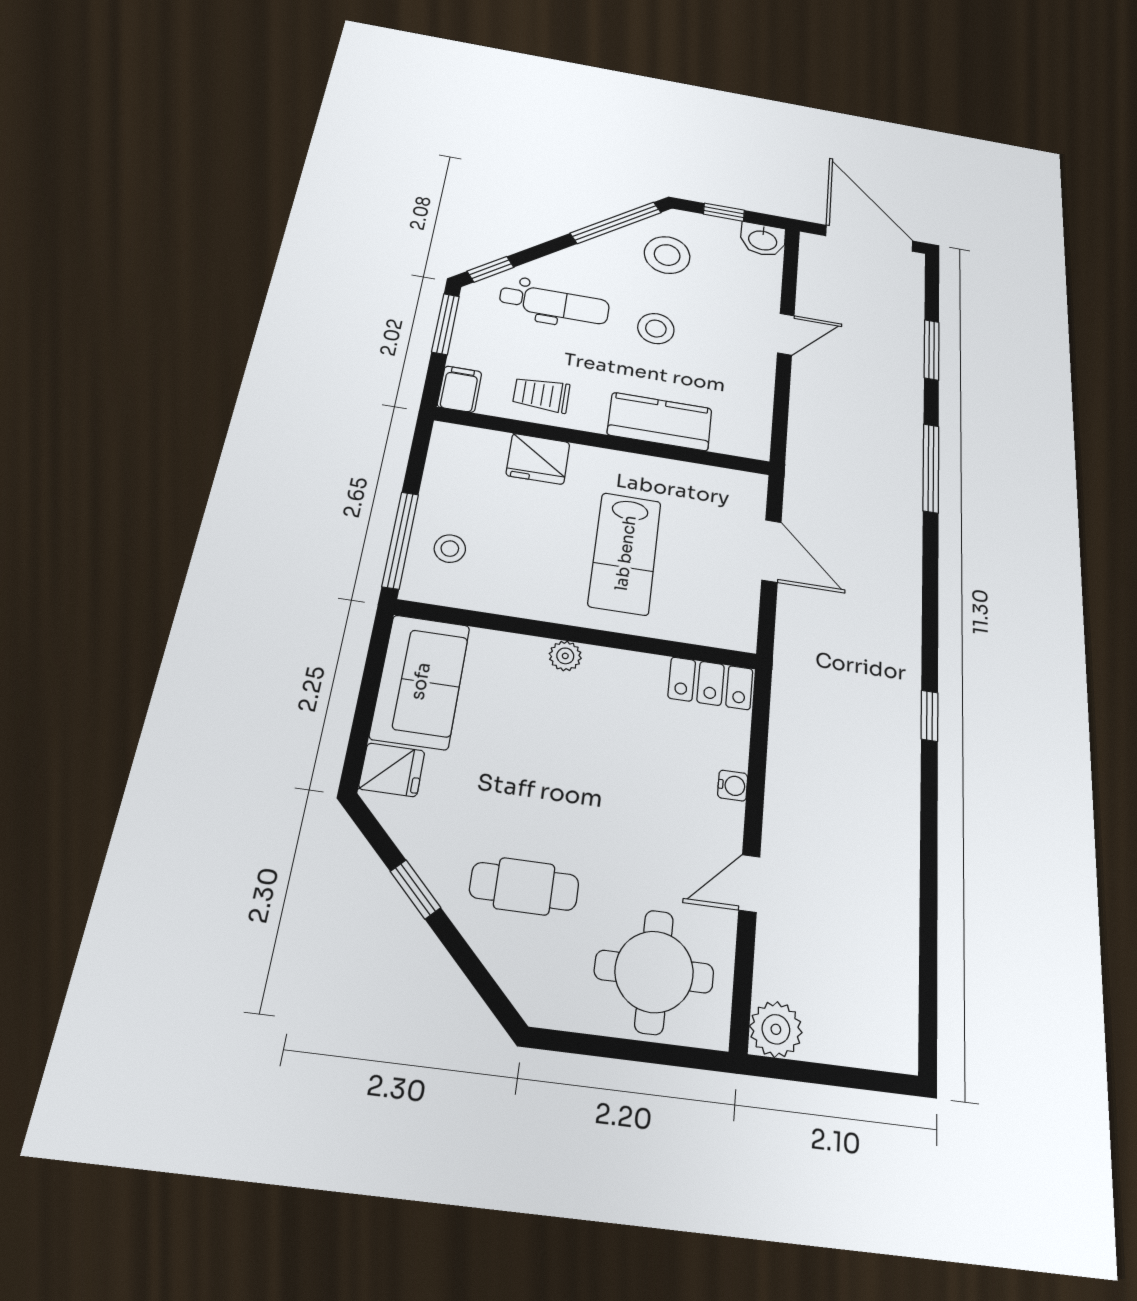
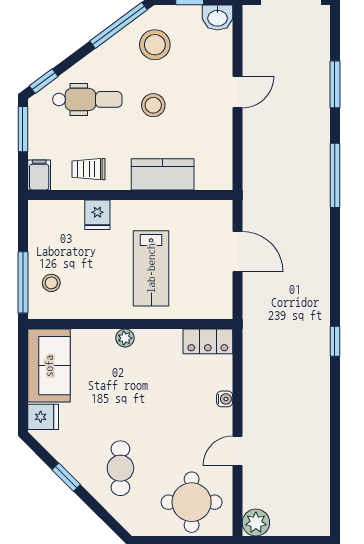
fridge: (538, 459) -> (97, 215), width x0.72
cafe table: (524, 886) -> (120, 468), turned 90

